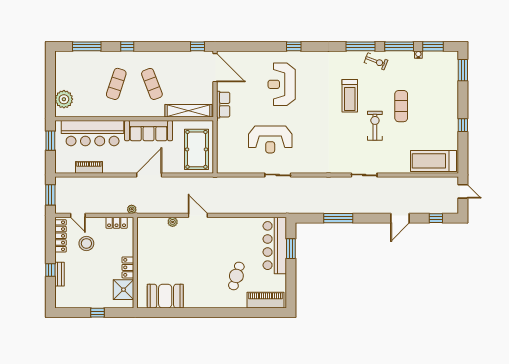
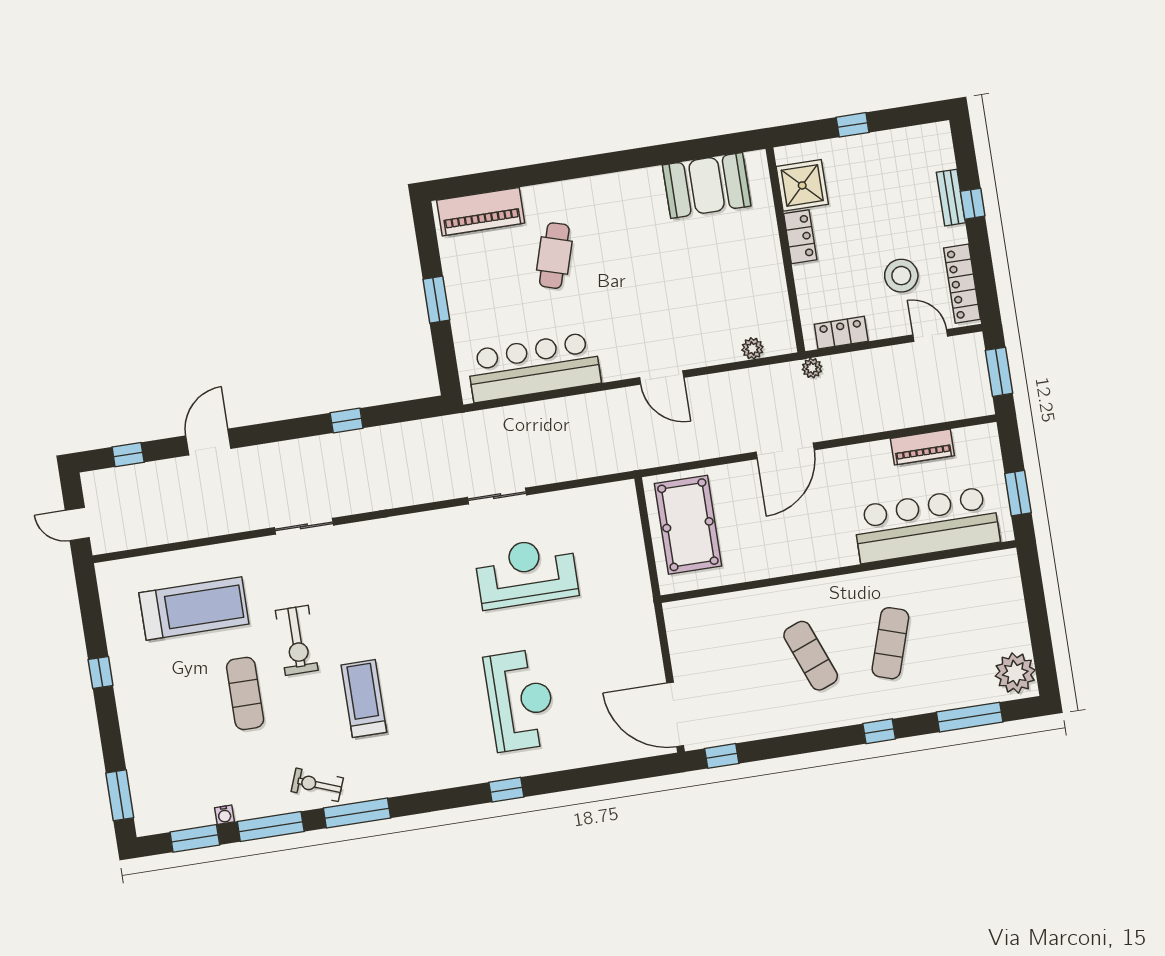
plant: (64, 99) -> (1015, 673), moved
row of seats: (223, 105) -> (644, 634), removed
shelving: (189, 111) -> (719, 609), removed
sofa: (149, 131) -> (802, 550), removed
treadmill: (433, 161) -> (194, 608), moved
window: (338, 218) -> (347, 420), width x0.46
plant: (173, 222) -> (752, 348), moved
bar counter: (275, 246) -> (534, 367), moved, turned -90
window: (291, 249) -> (436, 300), moved

